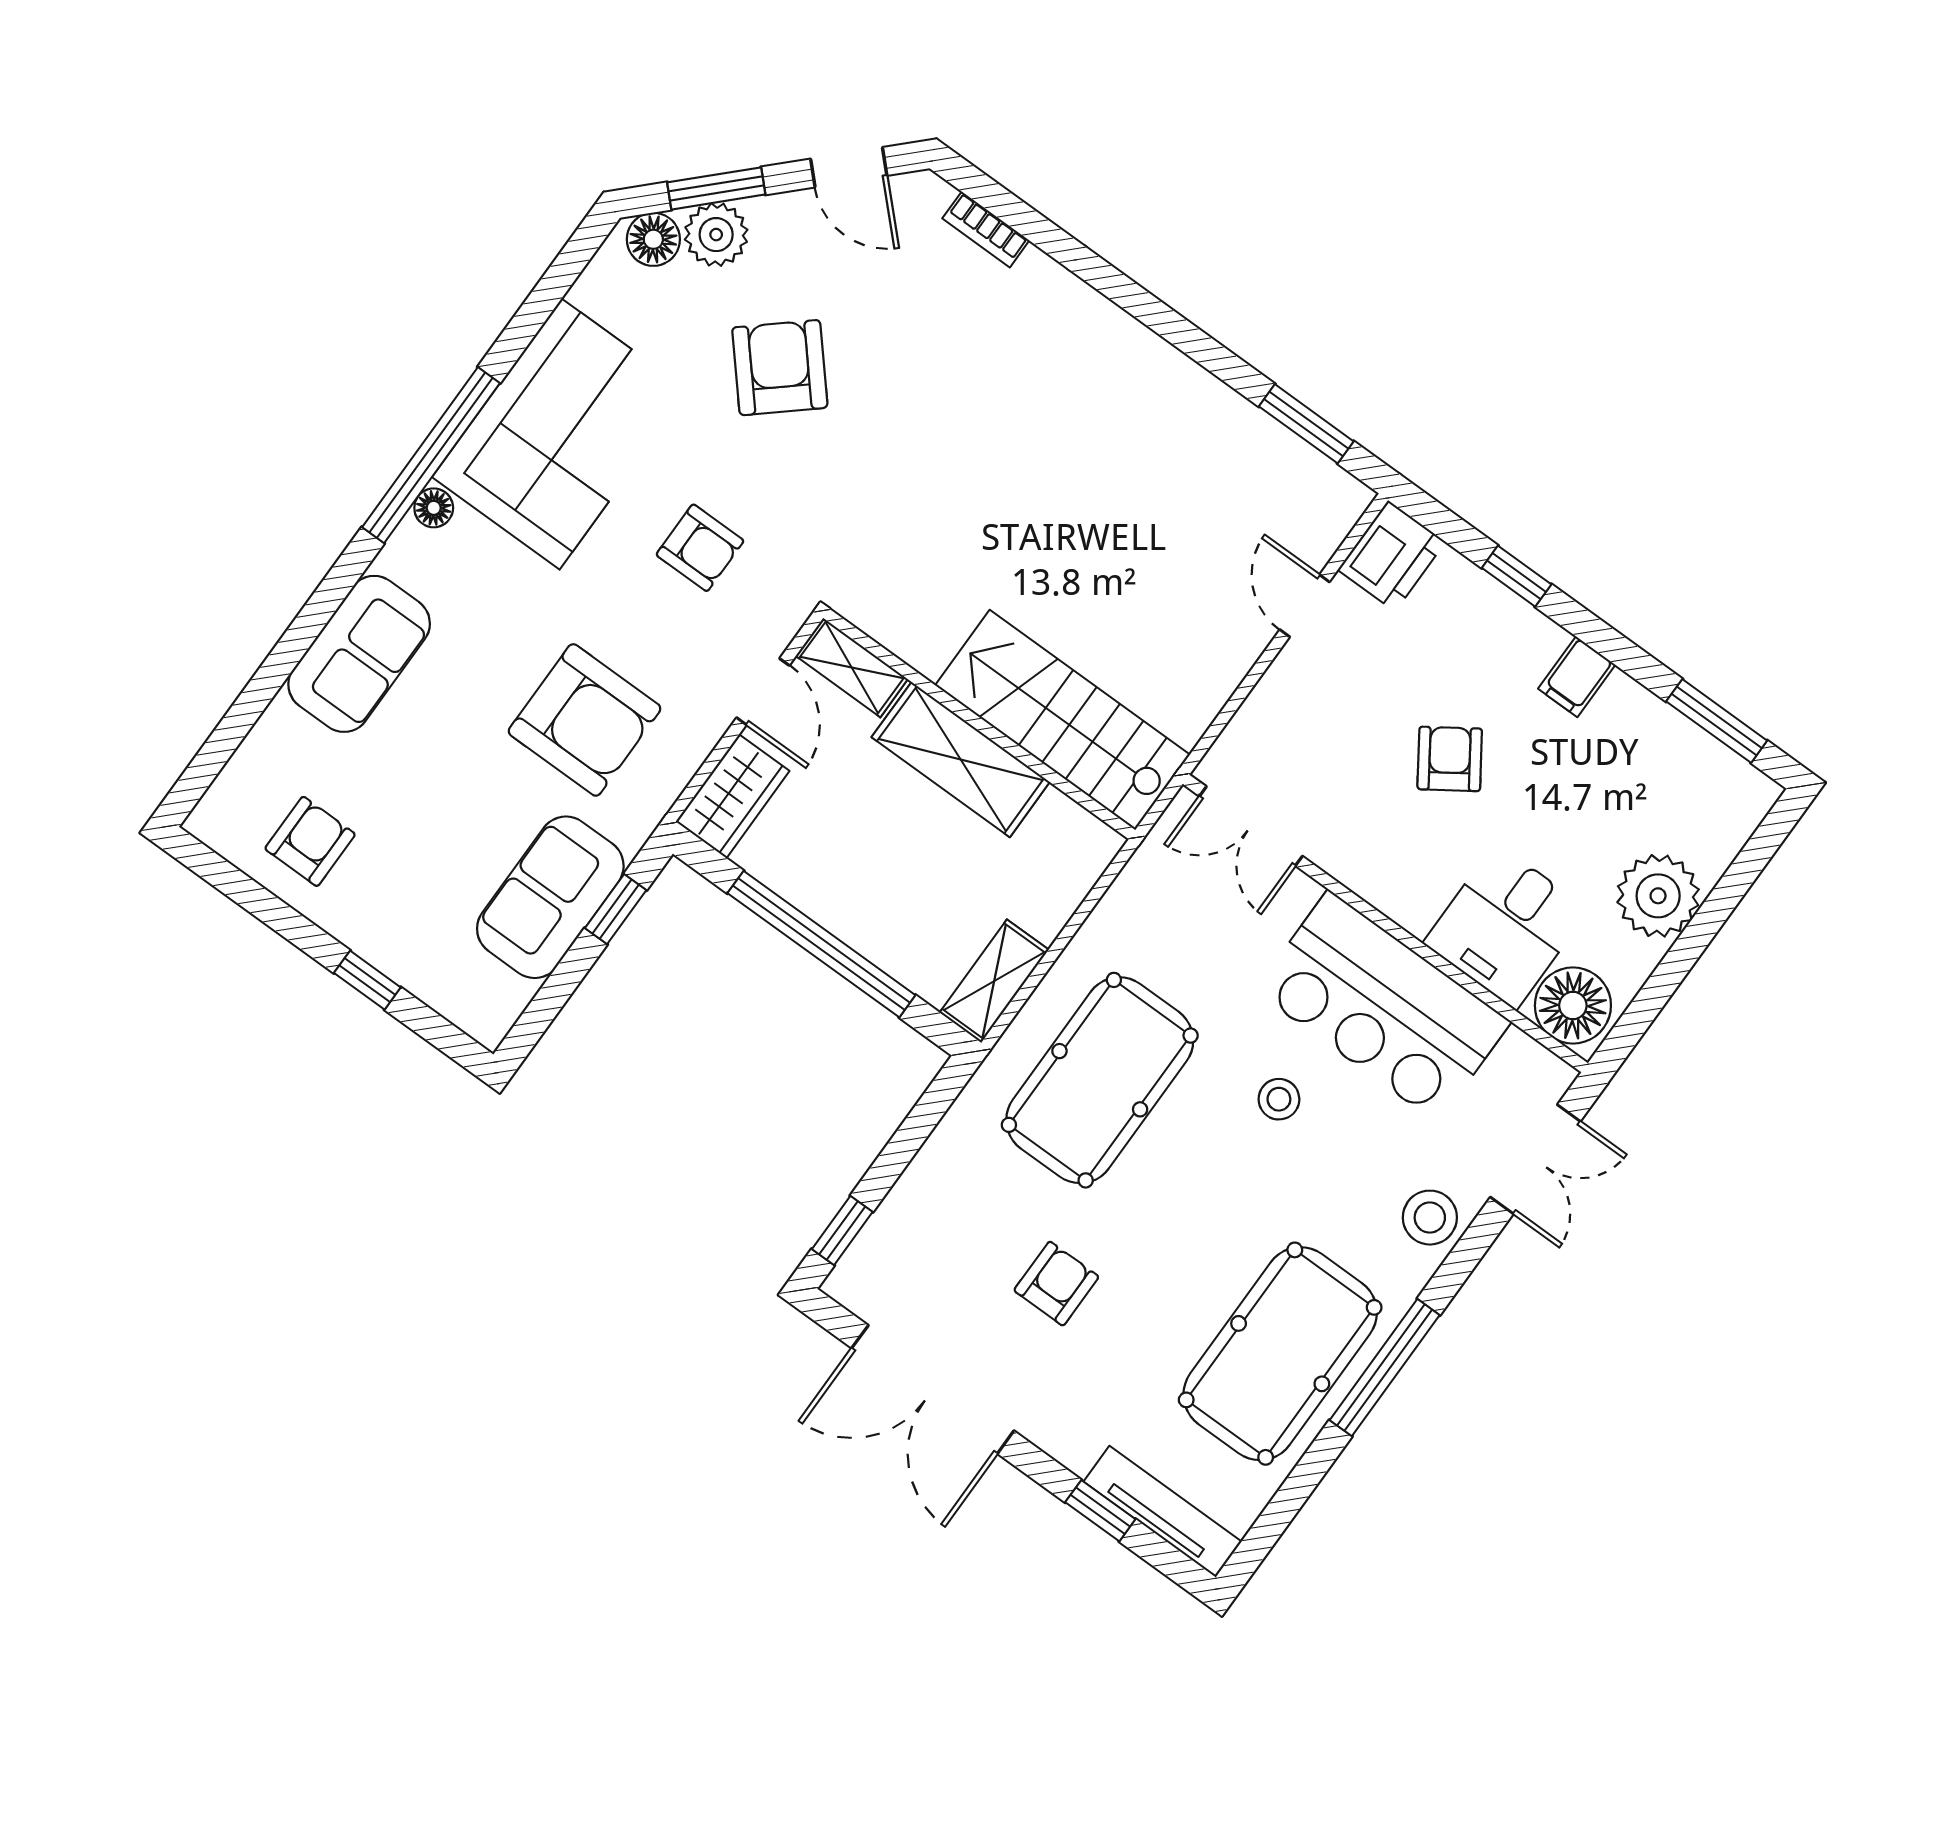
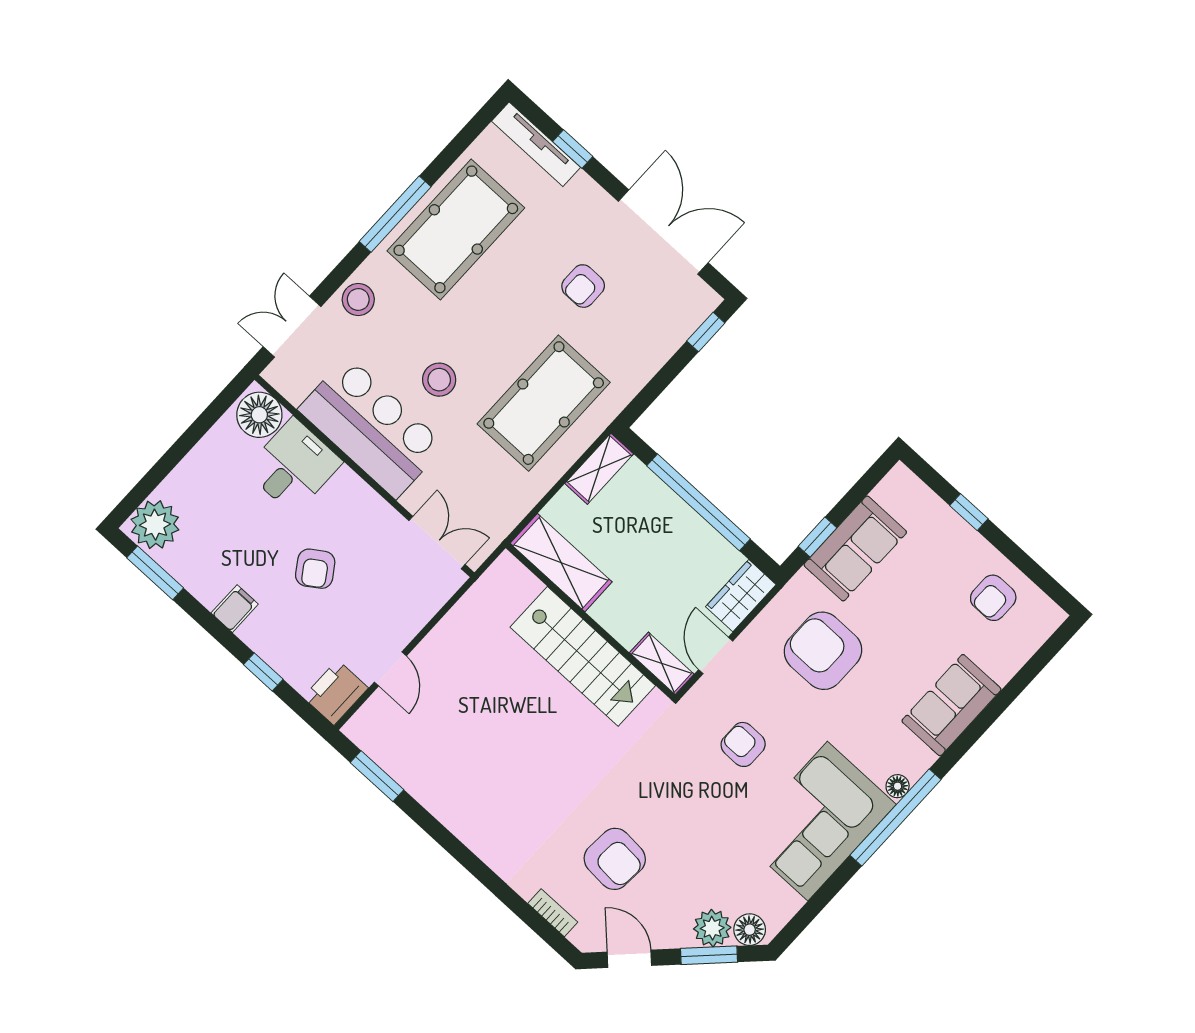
armchair: (780, 368) -> (615, 859), moved, turned -45
stairs: (1062, 720) -> (583, 656), moved
shelving: (961, 760) -> (561, 563), moved
plant: (1658, 896) -> (155, 525), moved
stool: (1279, 1099) -> (439, 380), width x1.37, depth x1.37

